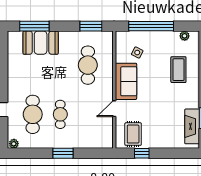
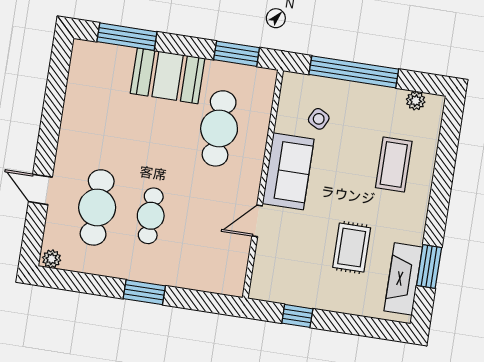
booth: (41, 43) -> (168, 76), moved
rug: (133, 134) -> (352, 248), moved

